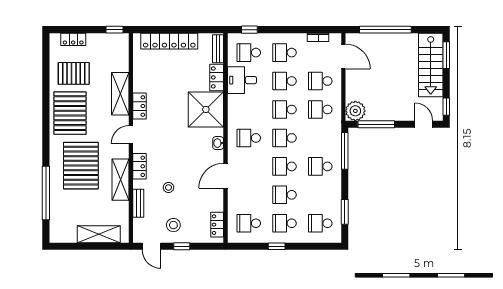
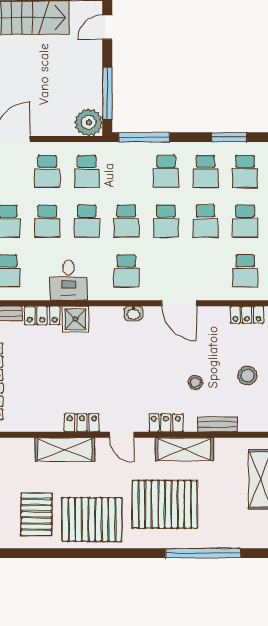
desk: (242, 80) -> (69, 280), moved
shower: (206, 109) -> (75, 319), width x0.54, depth x0.54
school desk: (320, 195) -> (206, 171), added

